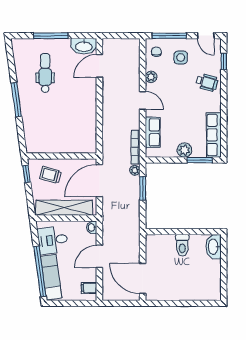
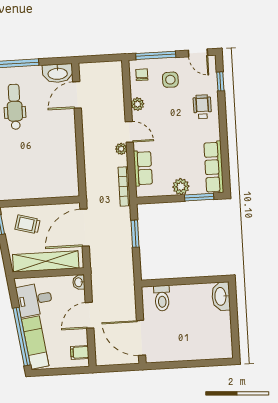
wheelchair: (207, 82) -> (202, 107), turned -106
plant: (135, 170) -> (121, 149), moved
toilet: (182, 245) -> (162, 298), moved

